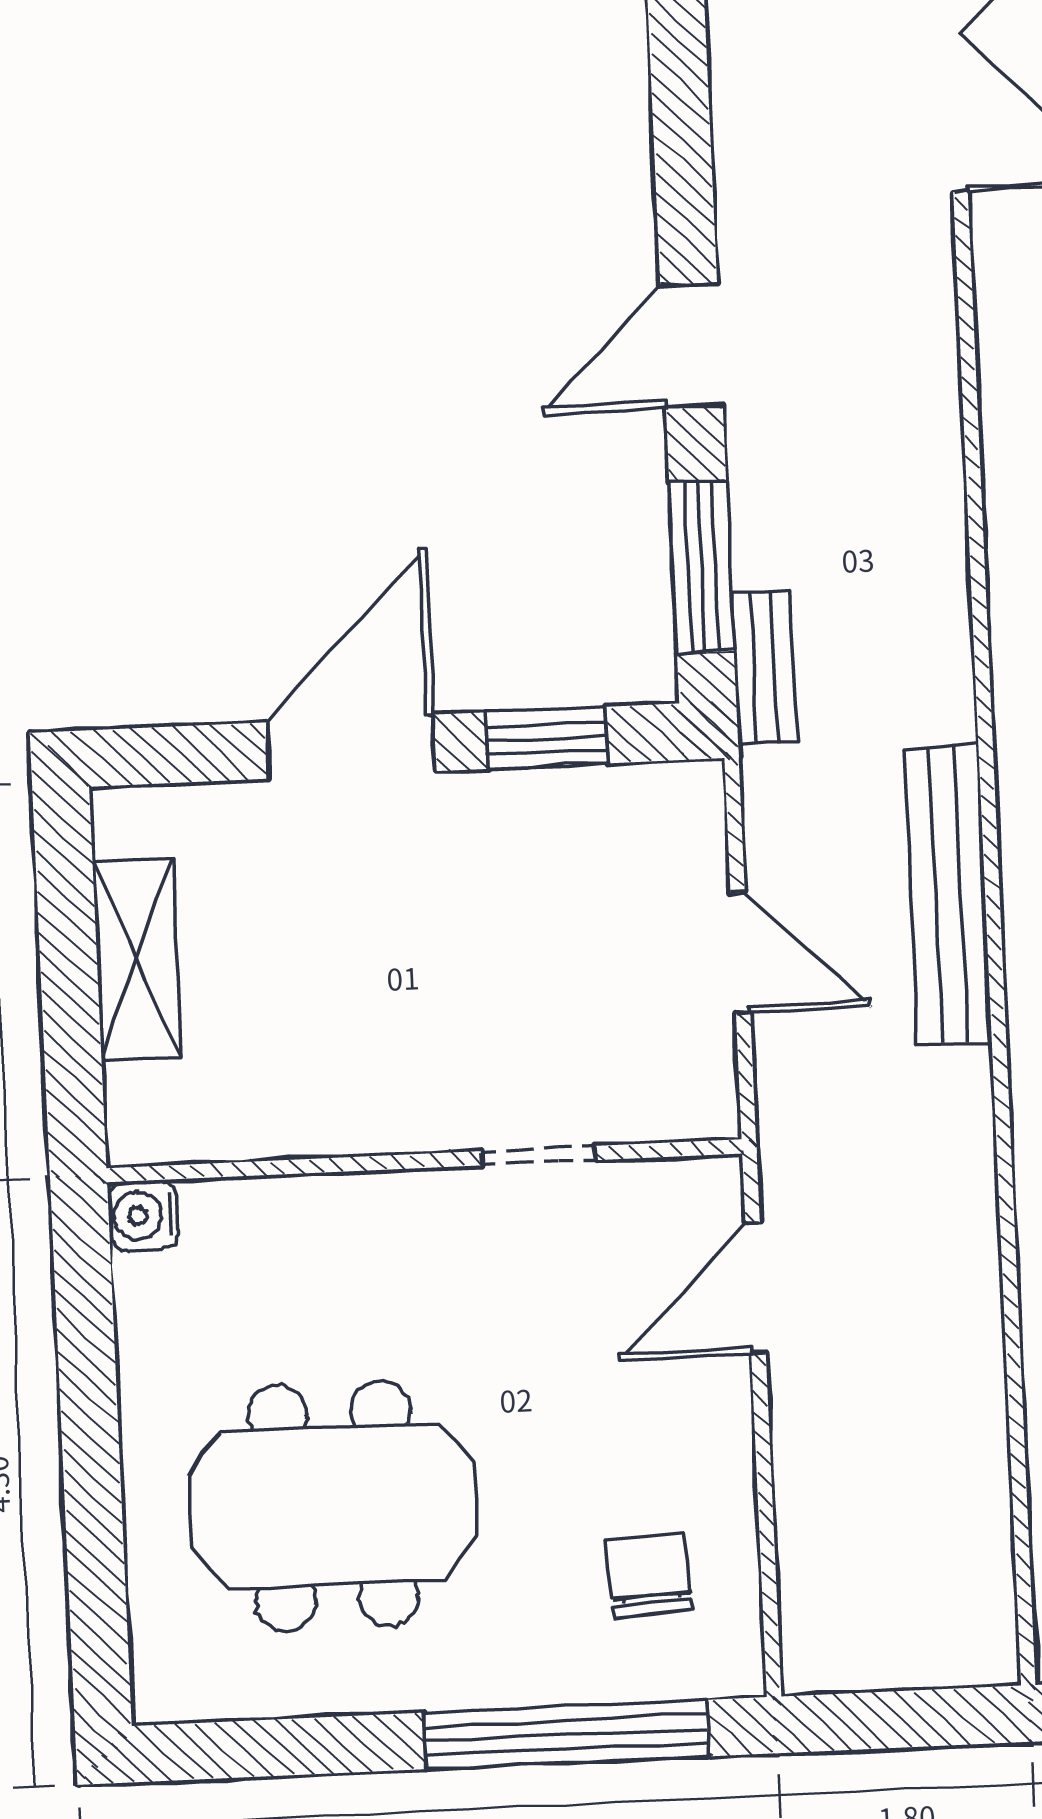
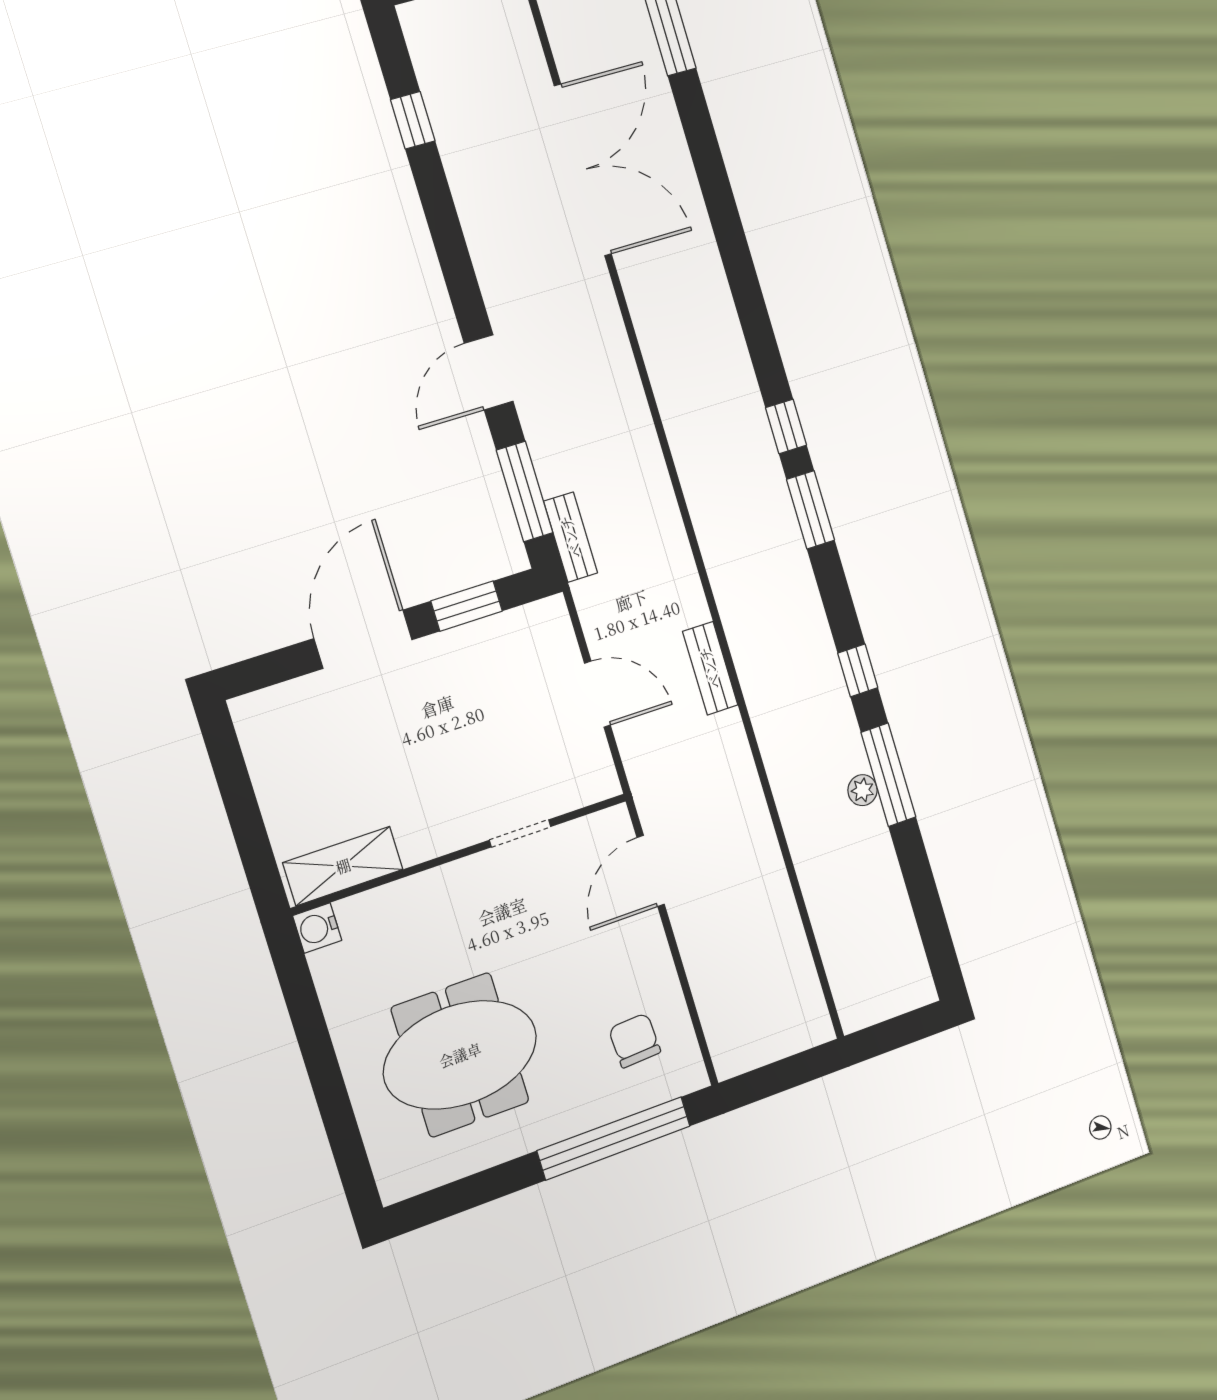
bench: (948, 894) -> (710, 668), width x0.54, depth x0.82
shelving: (137, 959) -> (343, 866), moved, turned 90

